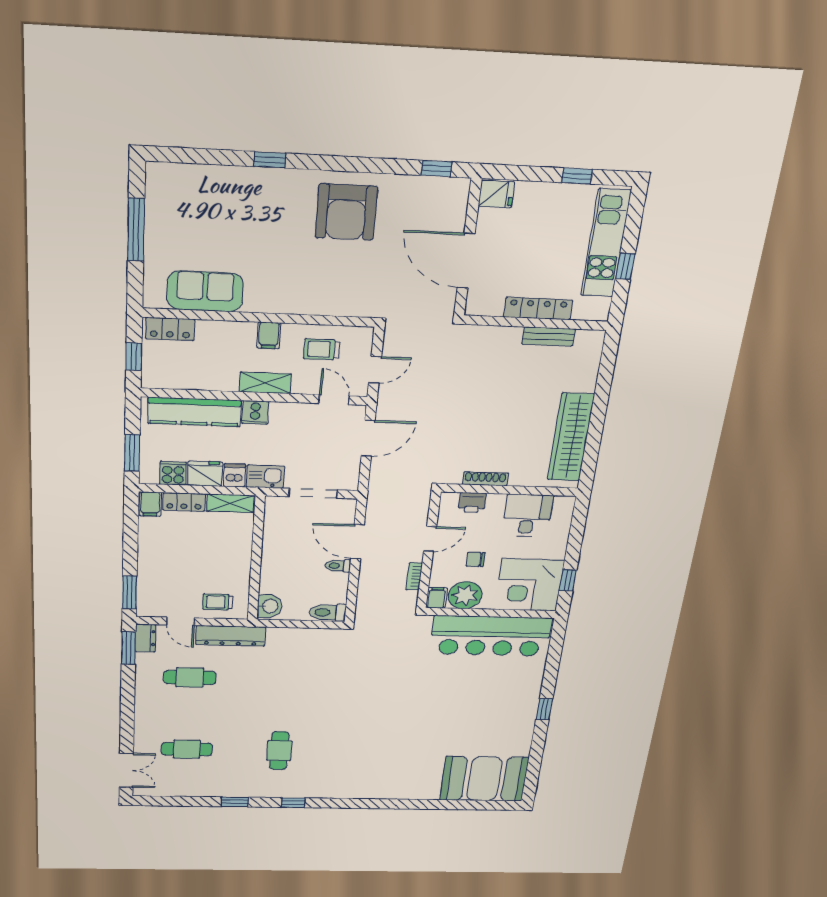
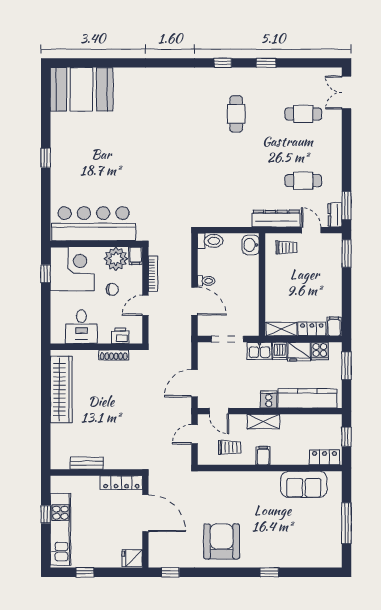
locker: (538, 309) -> (121, 483), moved
bookcase: (414, 576) -> (153, 274), width x1.56

